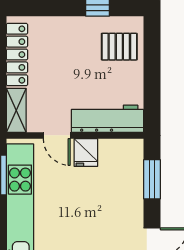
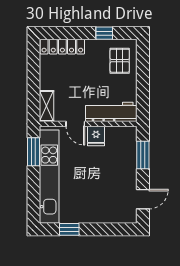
pallet: (119, 47) -> (120, 61), turned 90
locker: (17, 55) -> (62, 47), moved, turned 90

